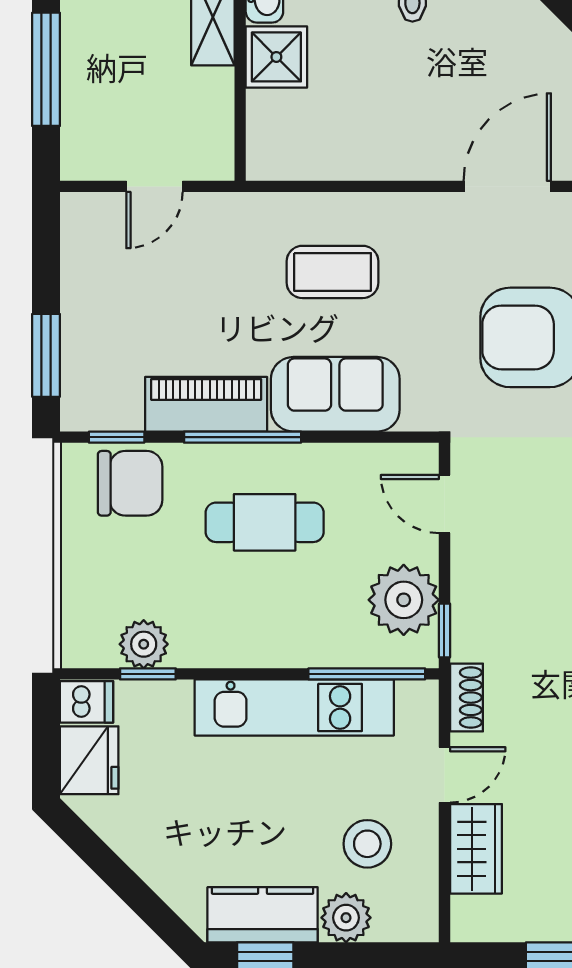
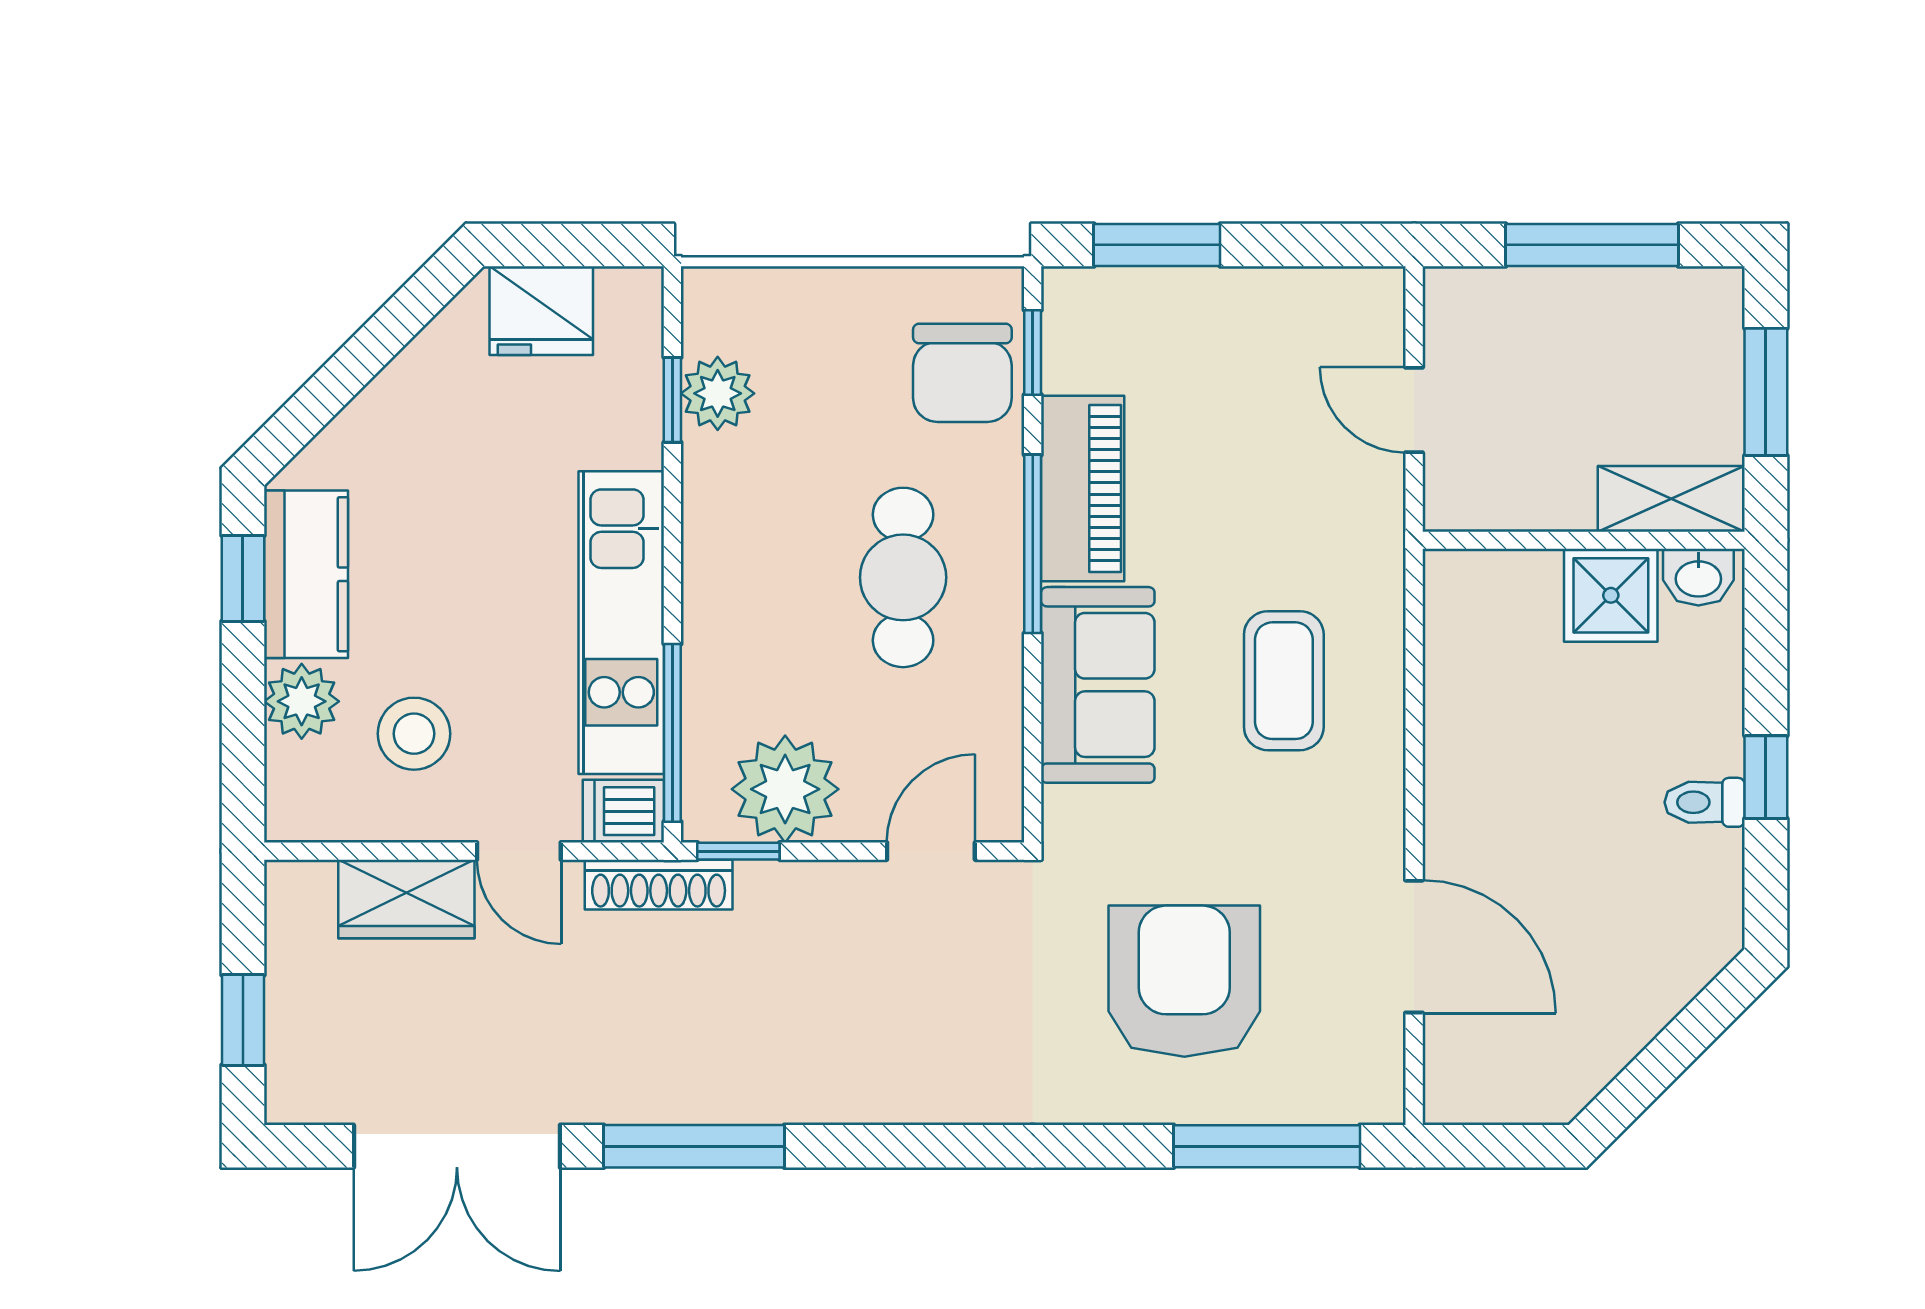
shoe rack: (467, 698) -> (659, 885), width x1.43
dishwasher: (87, 702) -> (623, 811), moved, turned 90

